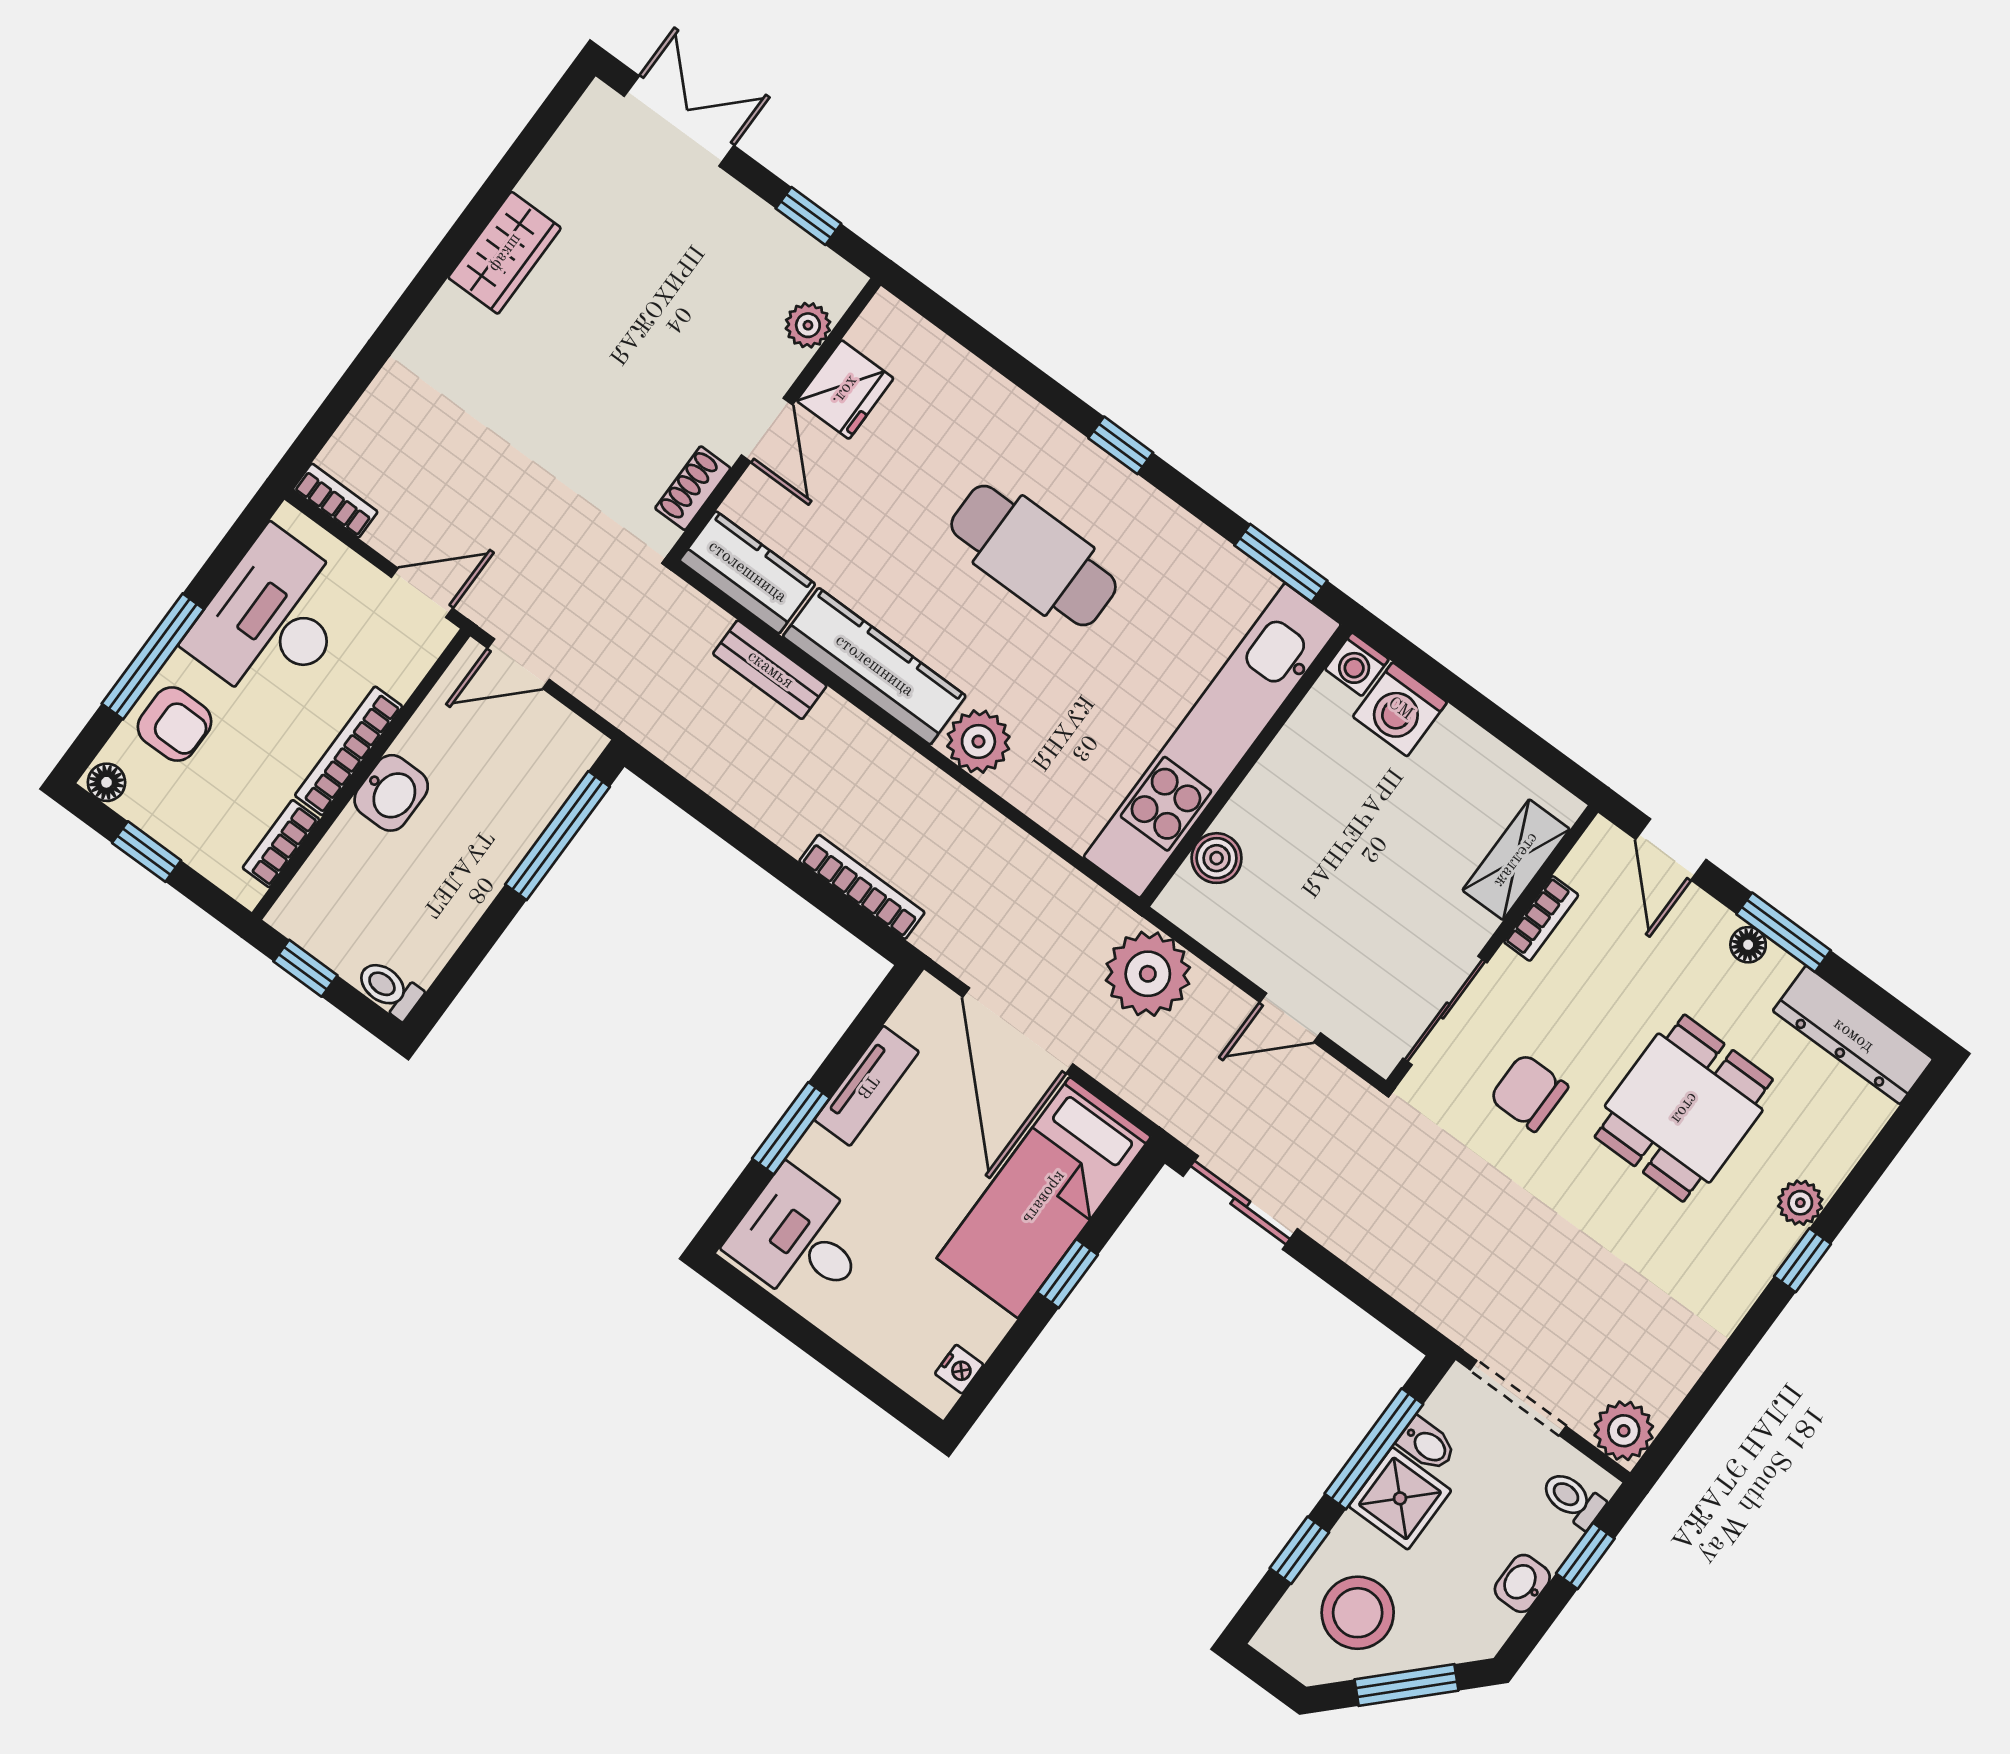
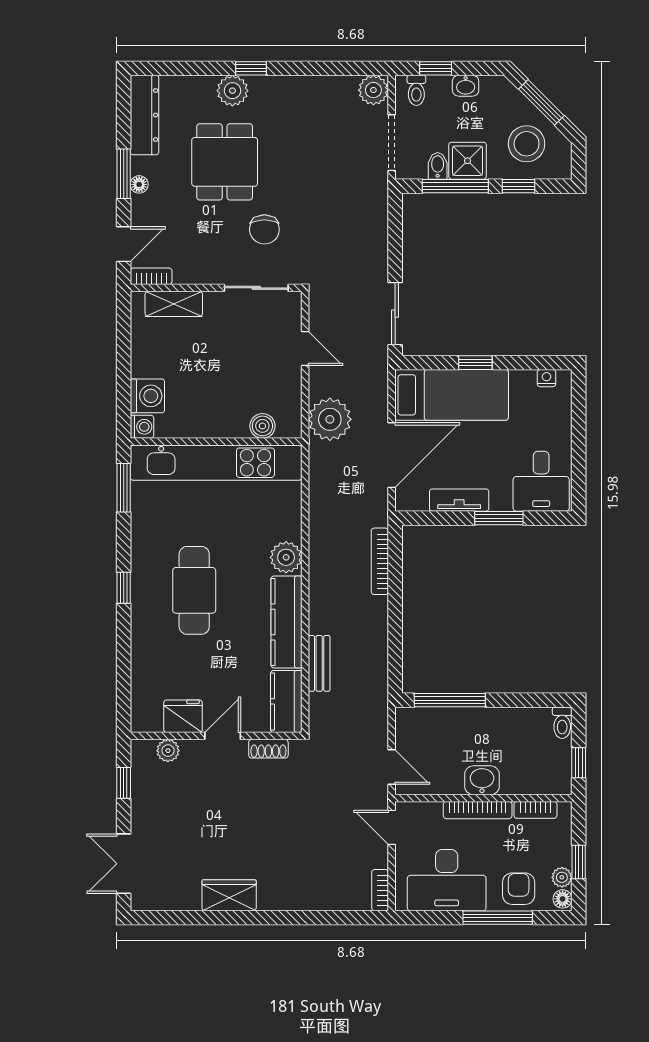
plant: (142, 807) -> (562, 877), added
bookcase: (1541, 918) -> (151, 276), moved
dining table: (1684, 1108) -> (225, 162), turned 90
plant: (1800, 1203) -> (232, 91), width x1.38, depth x1.38

